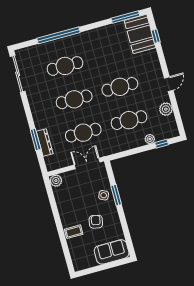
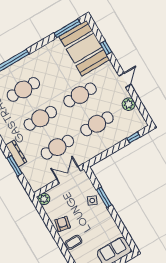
booth: (140, 34) -> (84, 48), width x1.36, depth x1.42
window: (156, 36) -> (106, 48), moved
plant: (150, 139) -> (121, 136), removed
dresser: (45, 143) -> (16, 153), moved
armchair: (96, 222) -> (63, 224), moved

